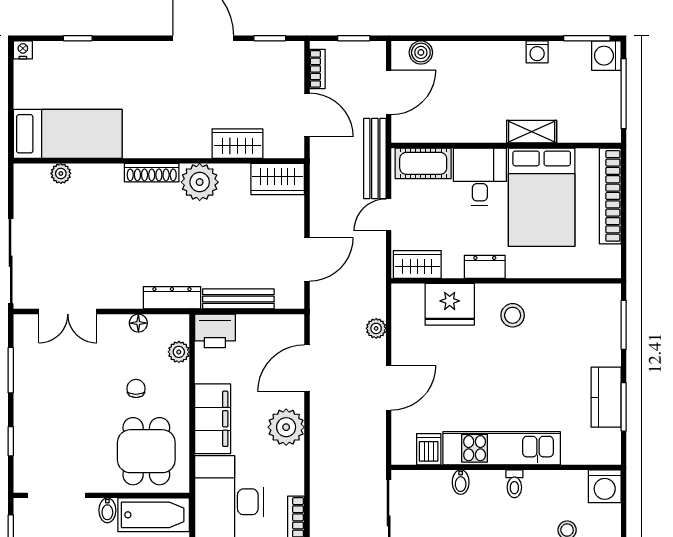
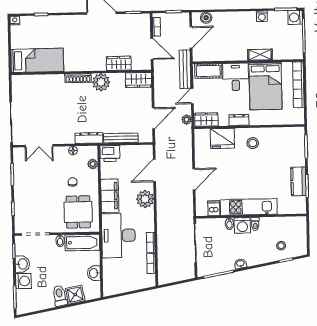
plant: (61, 173) -> (34, 79), removed
plant: (376, 328) -> (187, 120), moved
washing machine: (605, 486) -> (242, 225), moved

